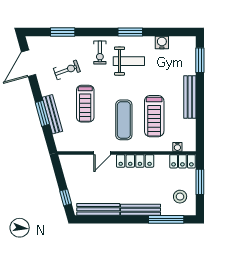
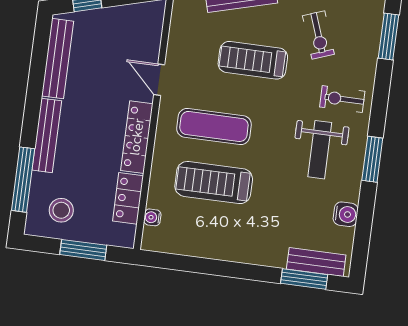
bench: (190, 97) -> (316, 262), moved, width x0.73
locker: (182, 161) -> (128, 198), moved

